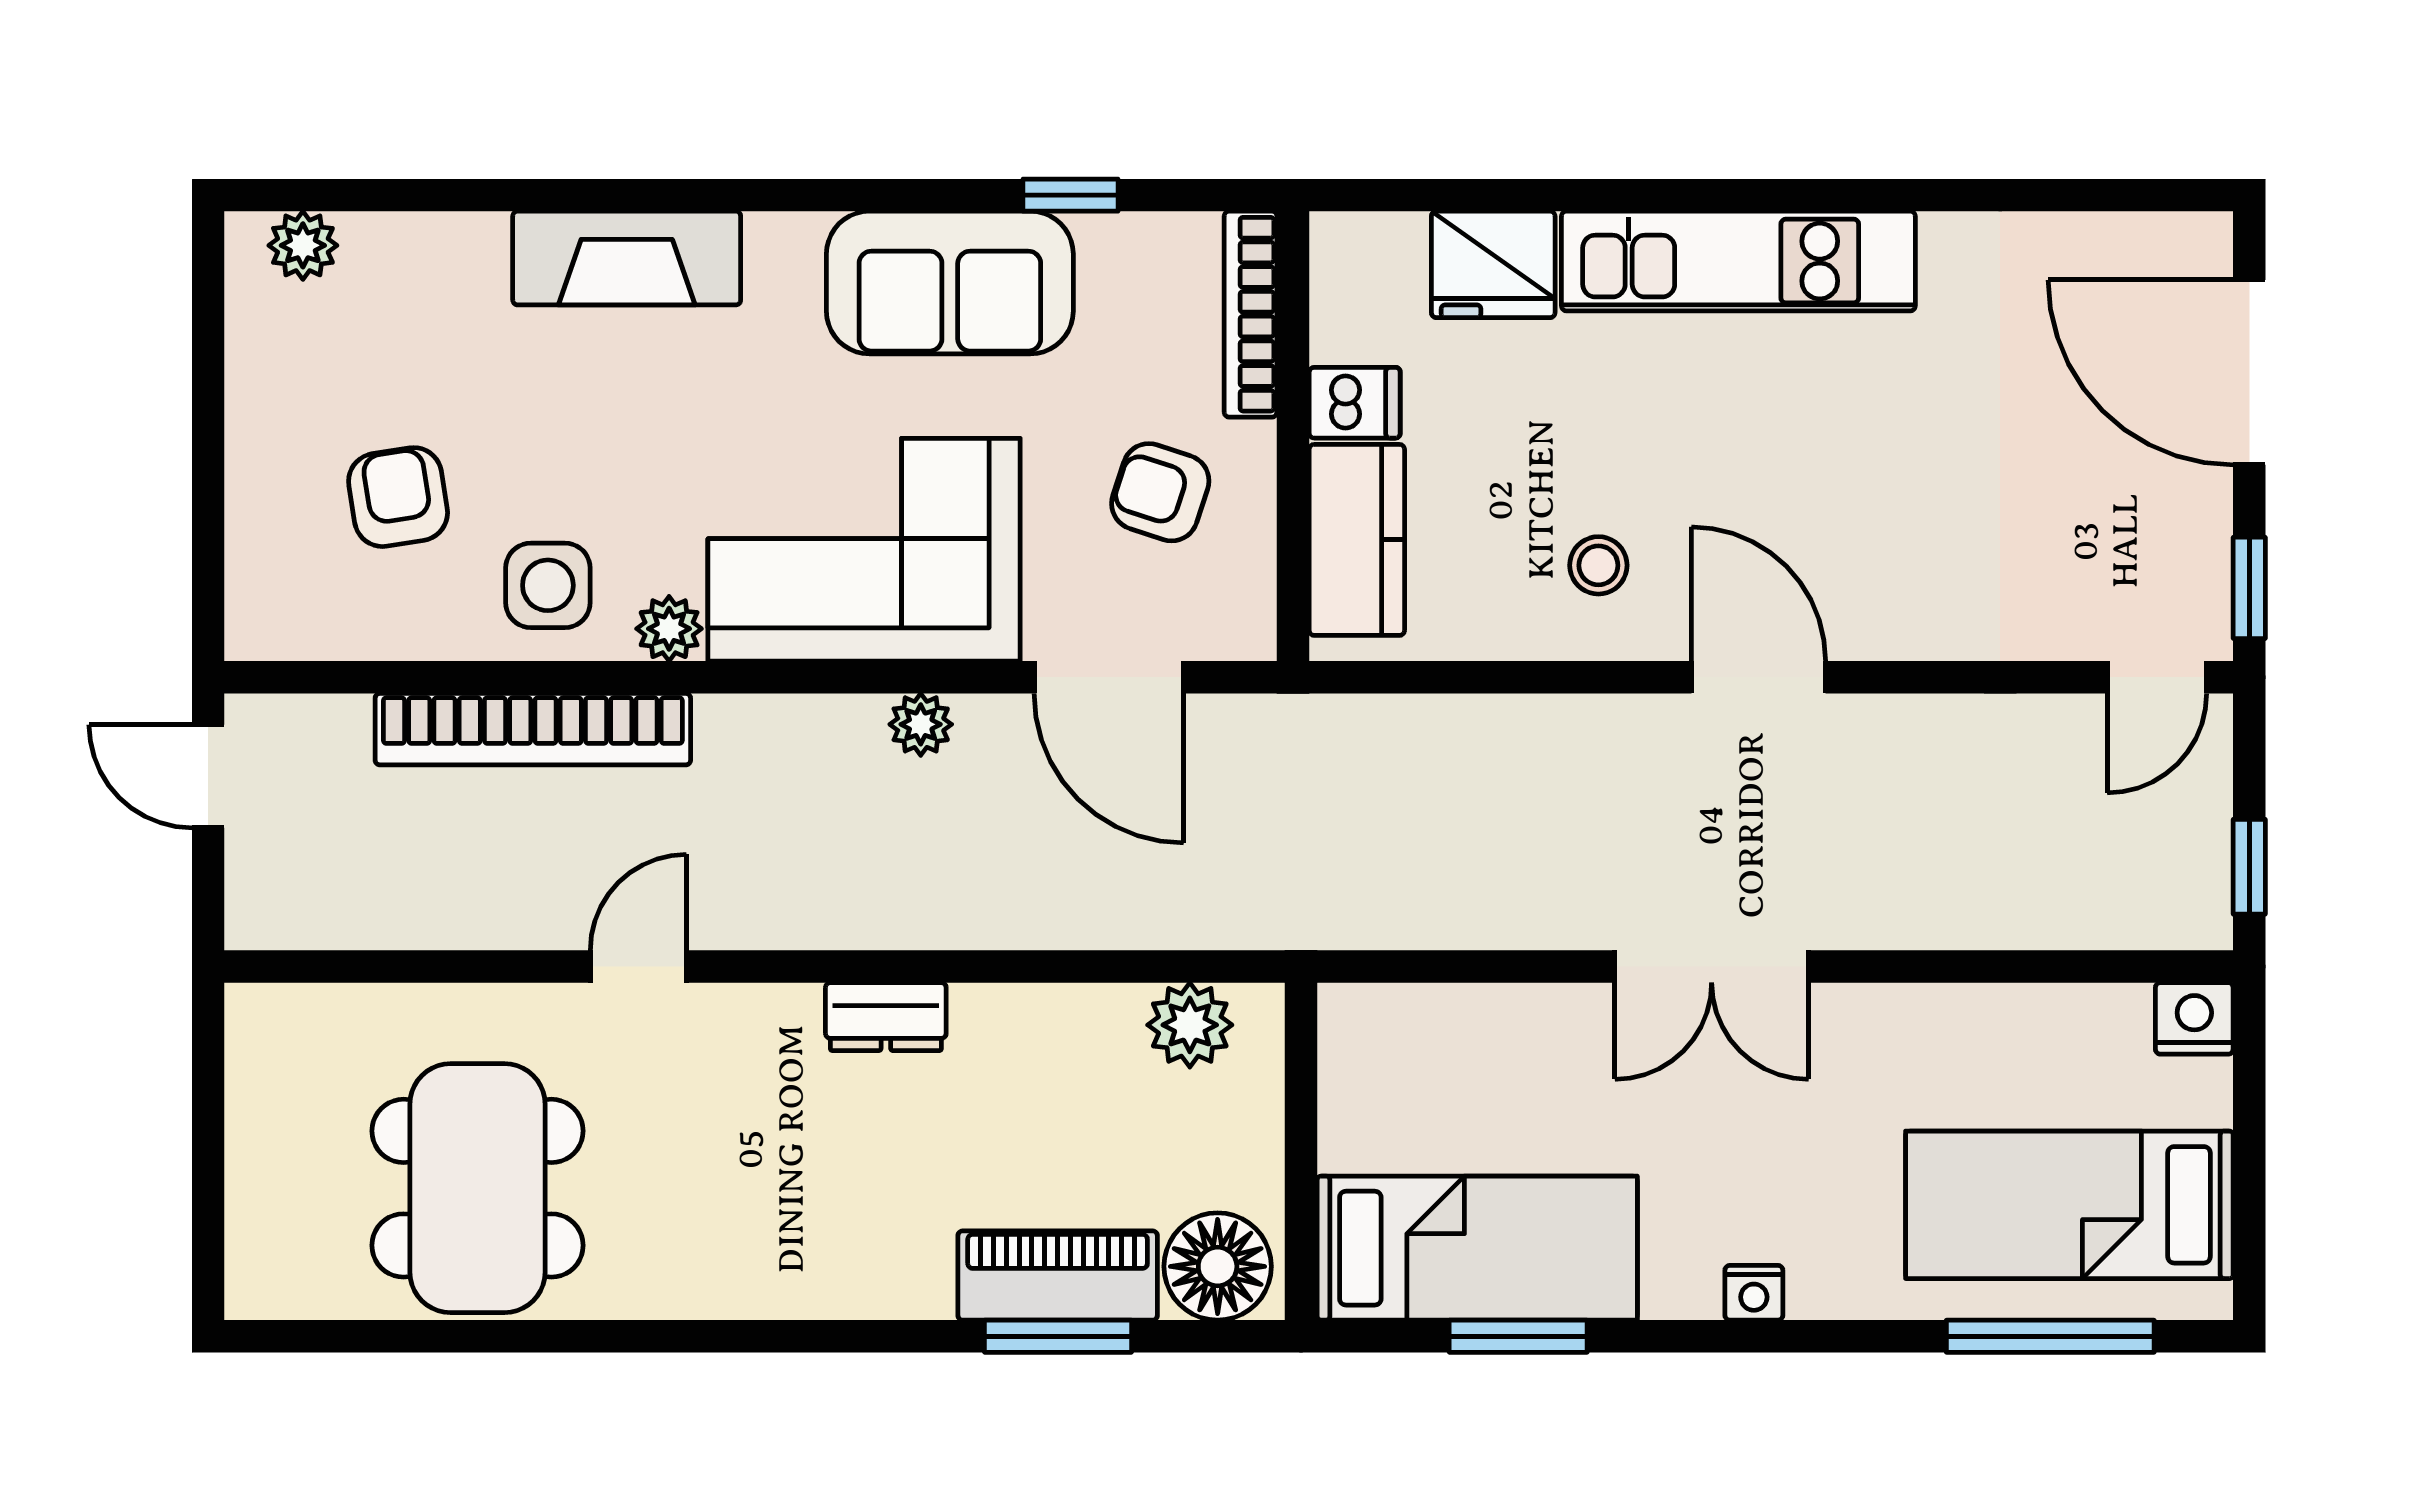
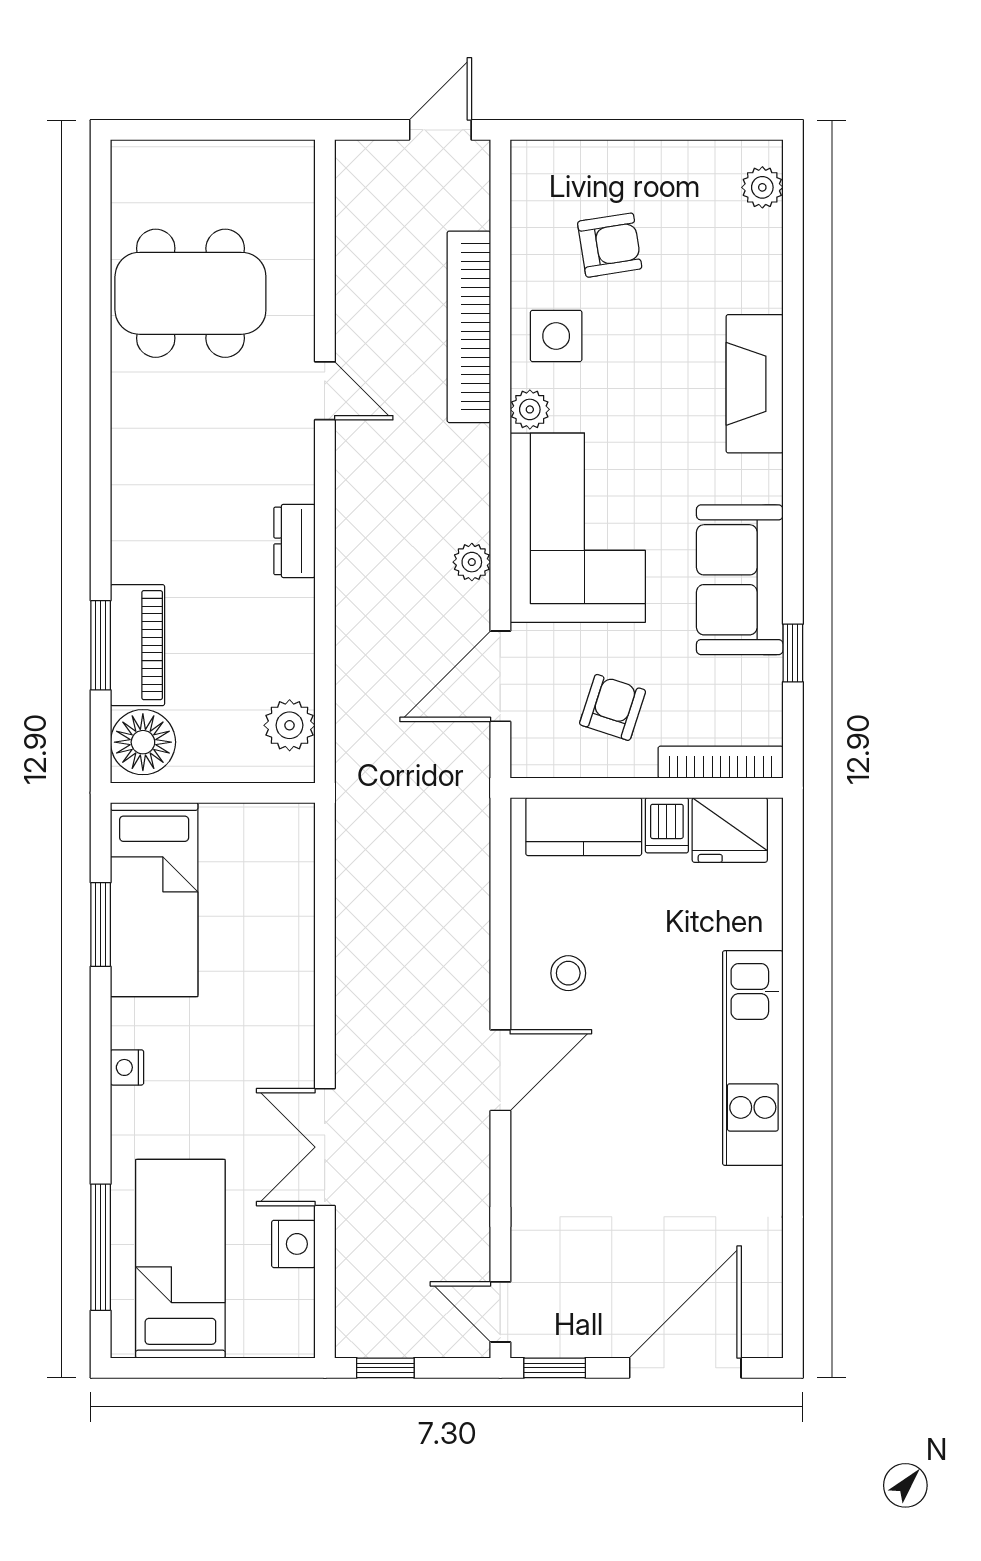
fridge: (1493, 264) -> (730, 830), moved, turned -90
double door: (1712, 967) -> (325, 1147), moved
nightstand: (2194, 1018) -> (293, 1244), moved

